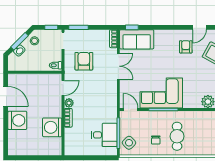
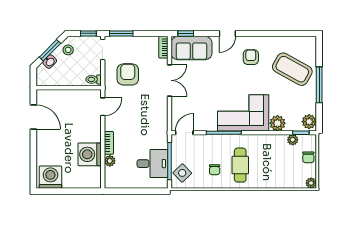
door: (199, 27) -> (227, 33), moved
corner sofa: (161, 93) -> (243, 113), moved
plant: (69, 103) -> (110, 161), moved
door: (131, 109) -> (184, 133), hinge flipped
washing machine: (17, 120) -> (50, 177), moved, turned -90

